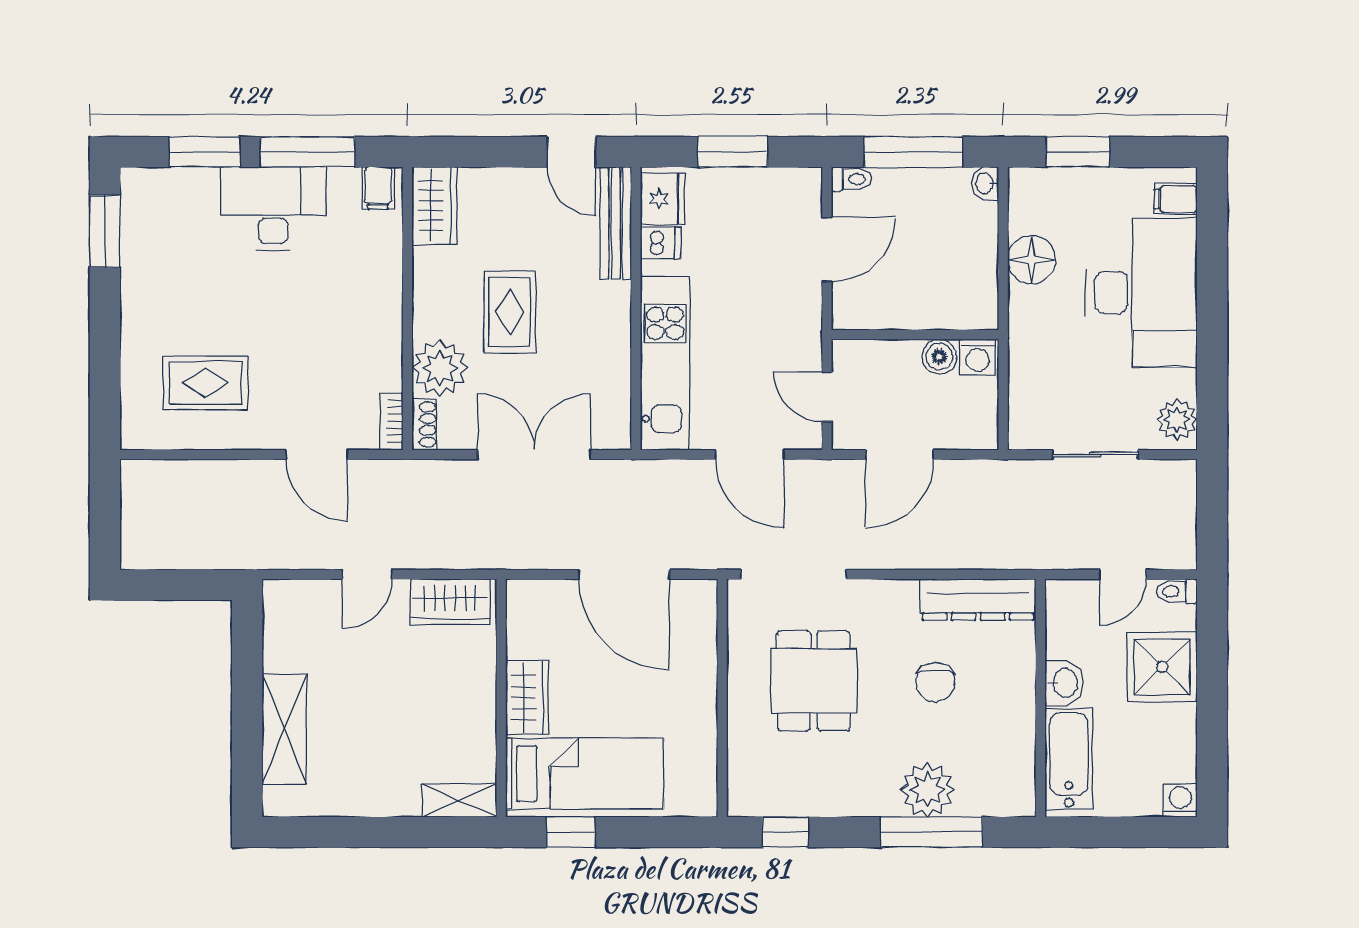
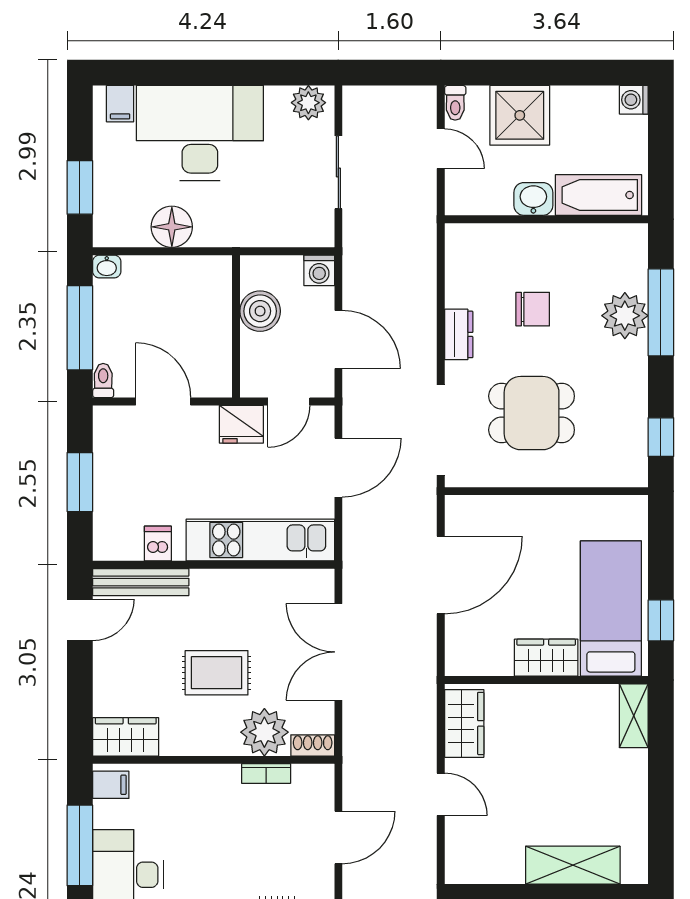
fridge: (663, 199) -> (241, 424), moved, turned 180
boiler: (939, 357) -> (260, 311), width x1.36, depth x1.36
washing machine: (978, 357) -> (319, 270), moved, turned 90
bookcase: (391, 421) -> (266, 774), moved
dresser: (978, 600) -> (459, 334), moved, width x0.51, depth x0.80

